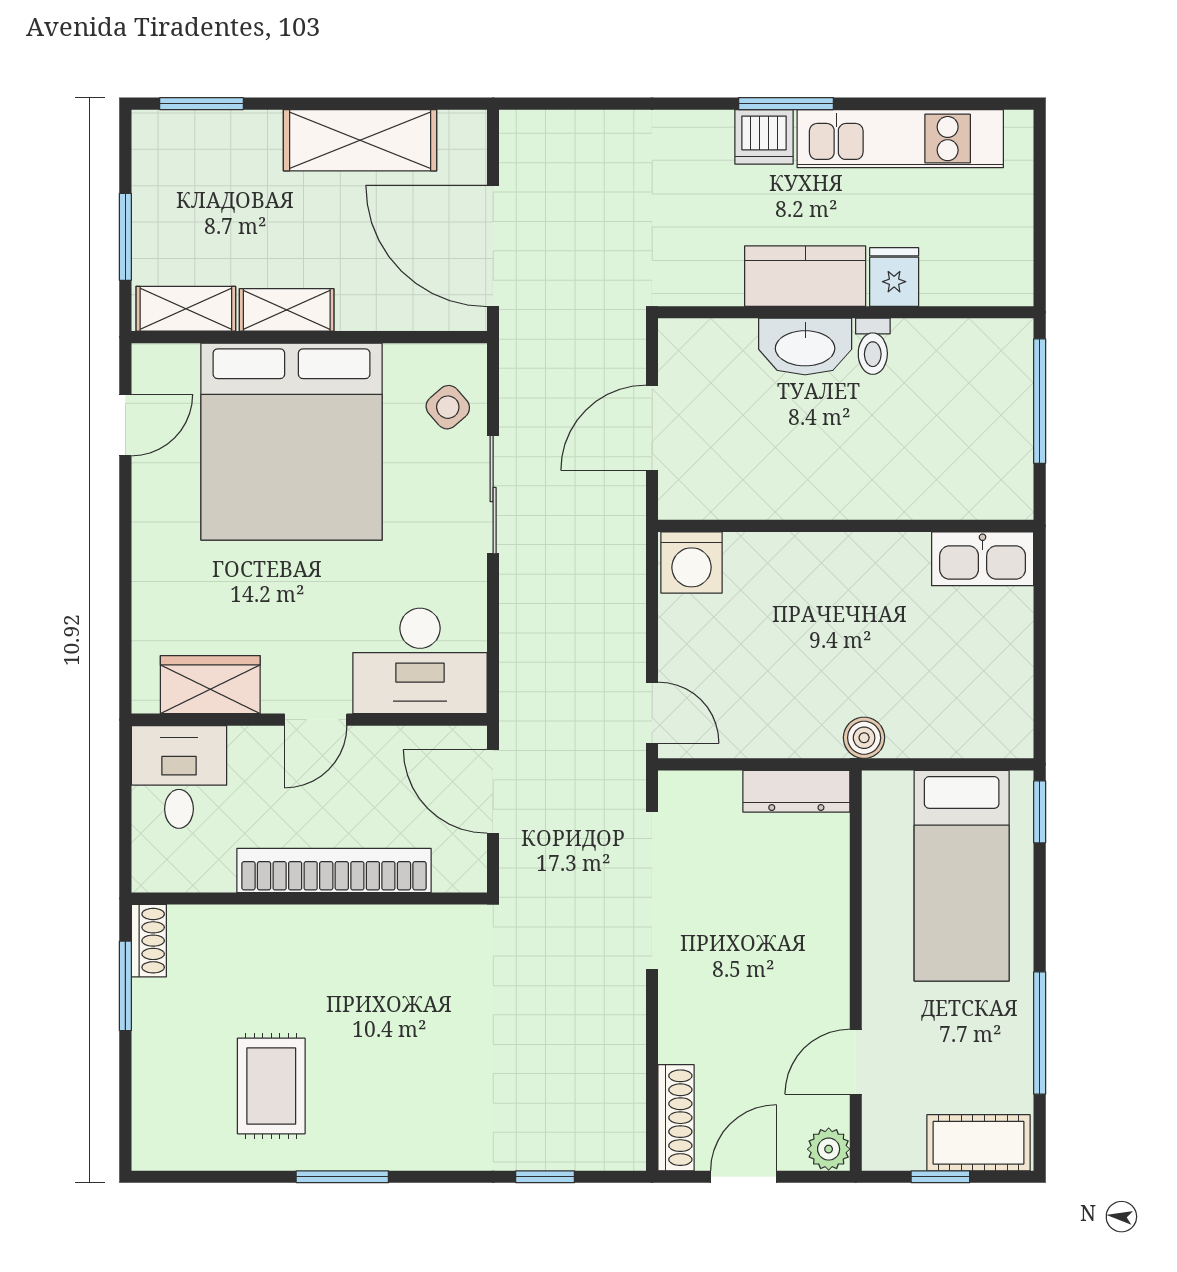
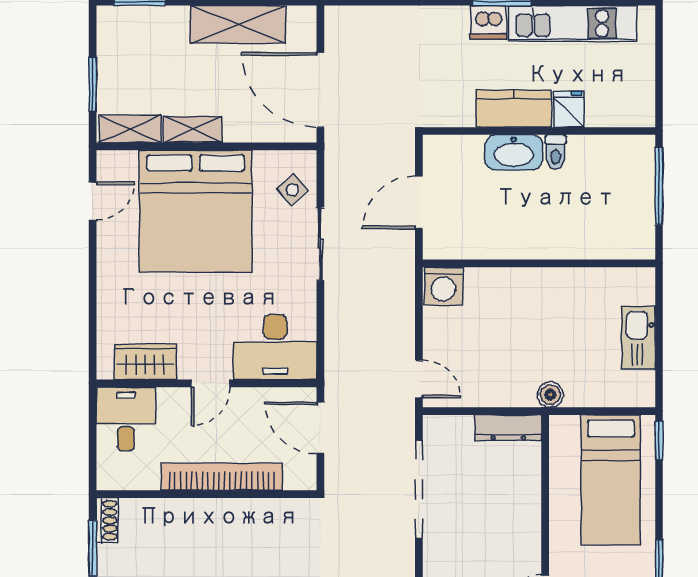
kitchen sink: (983, 559) -> (639, 338), moved, turned 90

